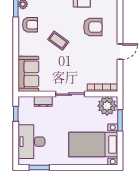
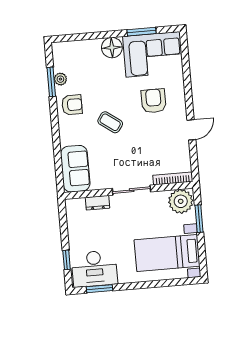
armchair: (93, 27) -> (154, 101), turned -90
window: (16, 114) -> (67, 260), moved
desk: (31, 142) -> (94, 269), moved, turned -90

